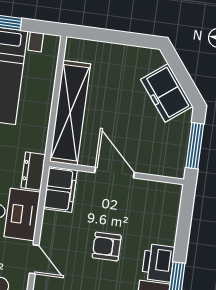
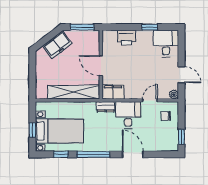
door: (115, 173) -> (101, 66), hinge flipped
armchair: (107, 247) -> (139, 65), removed
printer: (158, 263) -> (127, 38), moved

